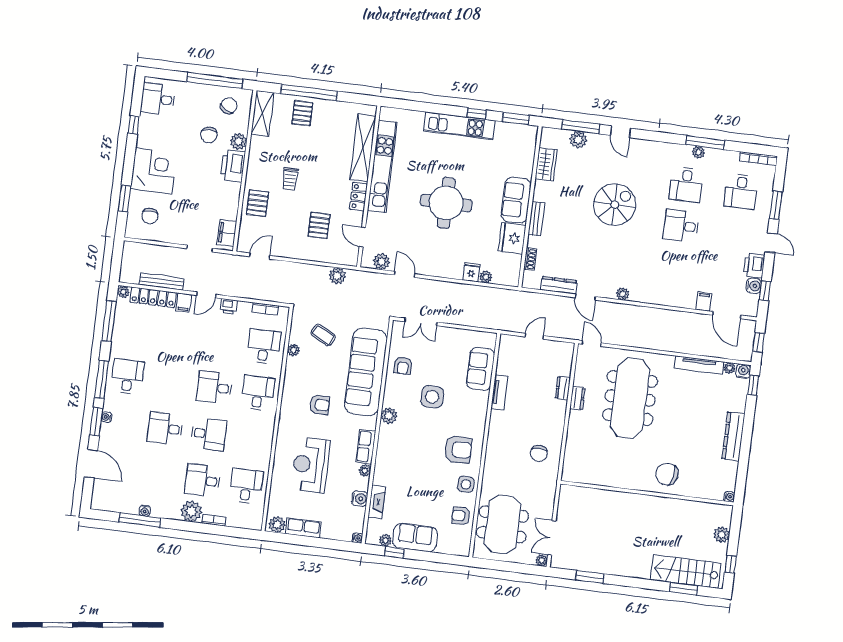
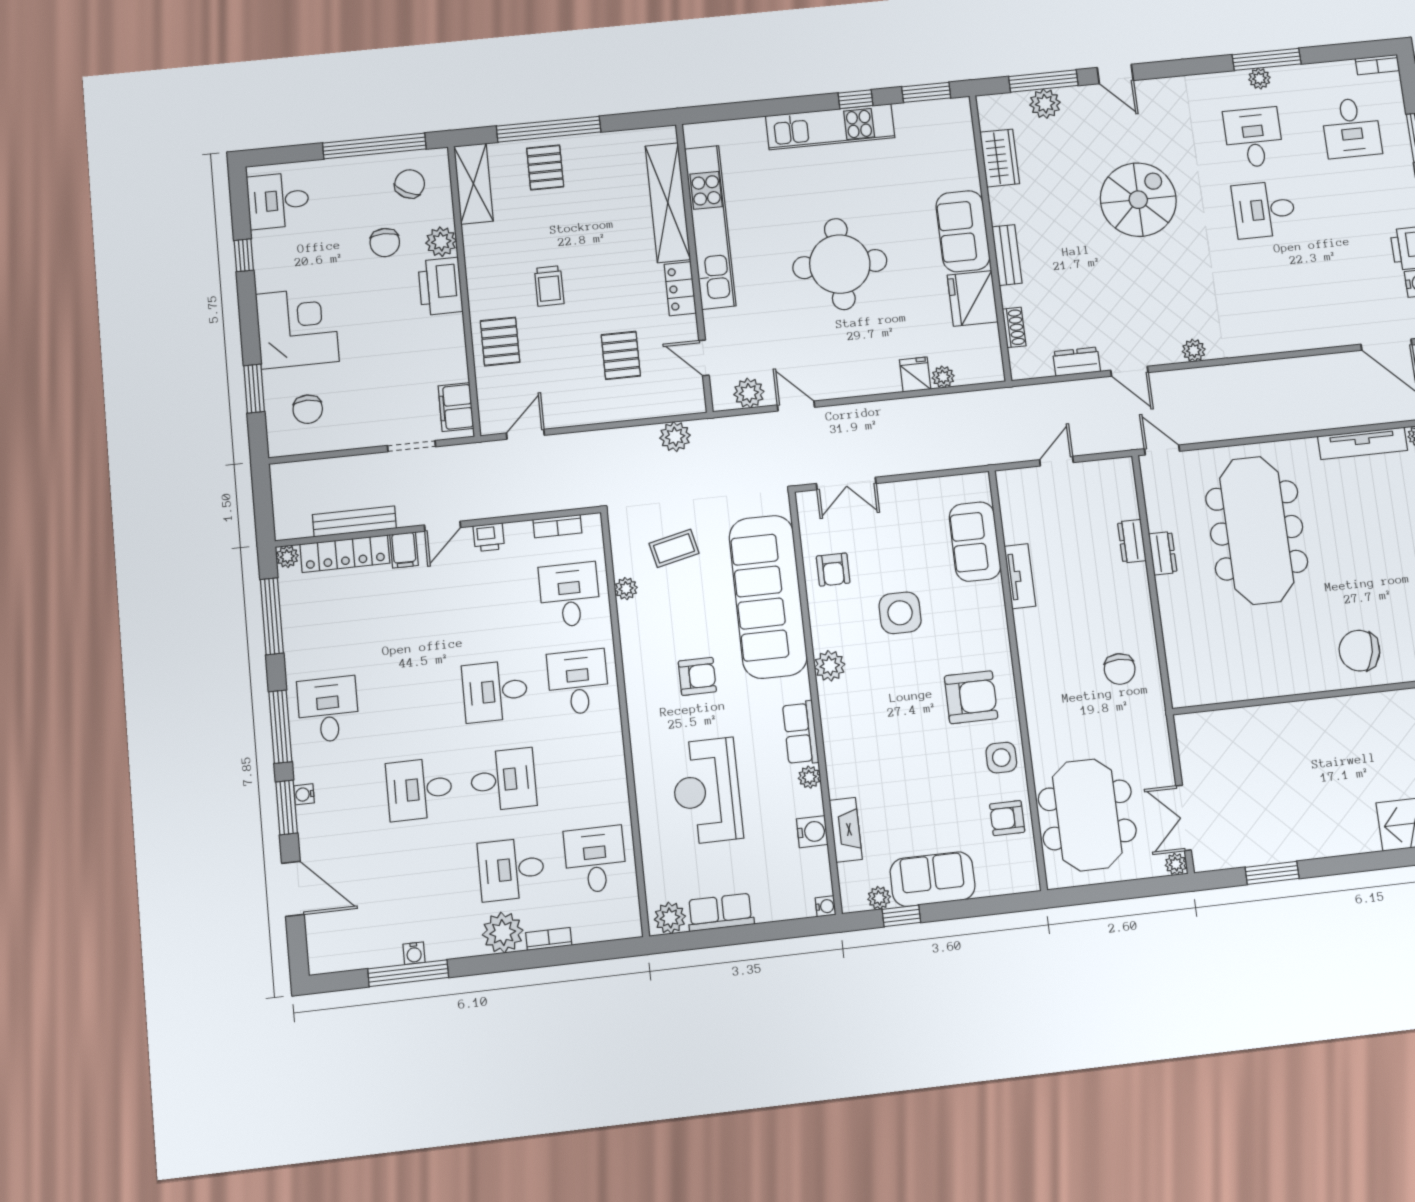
bookcase: (758, 159) -> (1377, 65), width x0.64
desk: (686, 185) -> (1254, 137), turned 180
dresser: (559, 285) -> (1077, 362), width x0.70
filing cabinet: (704, 301) -> (1340, 330), removed
coffee table: (323, 335) -> (674, 548), turned -41

